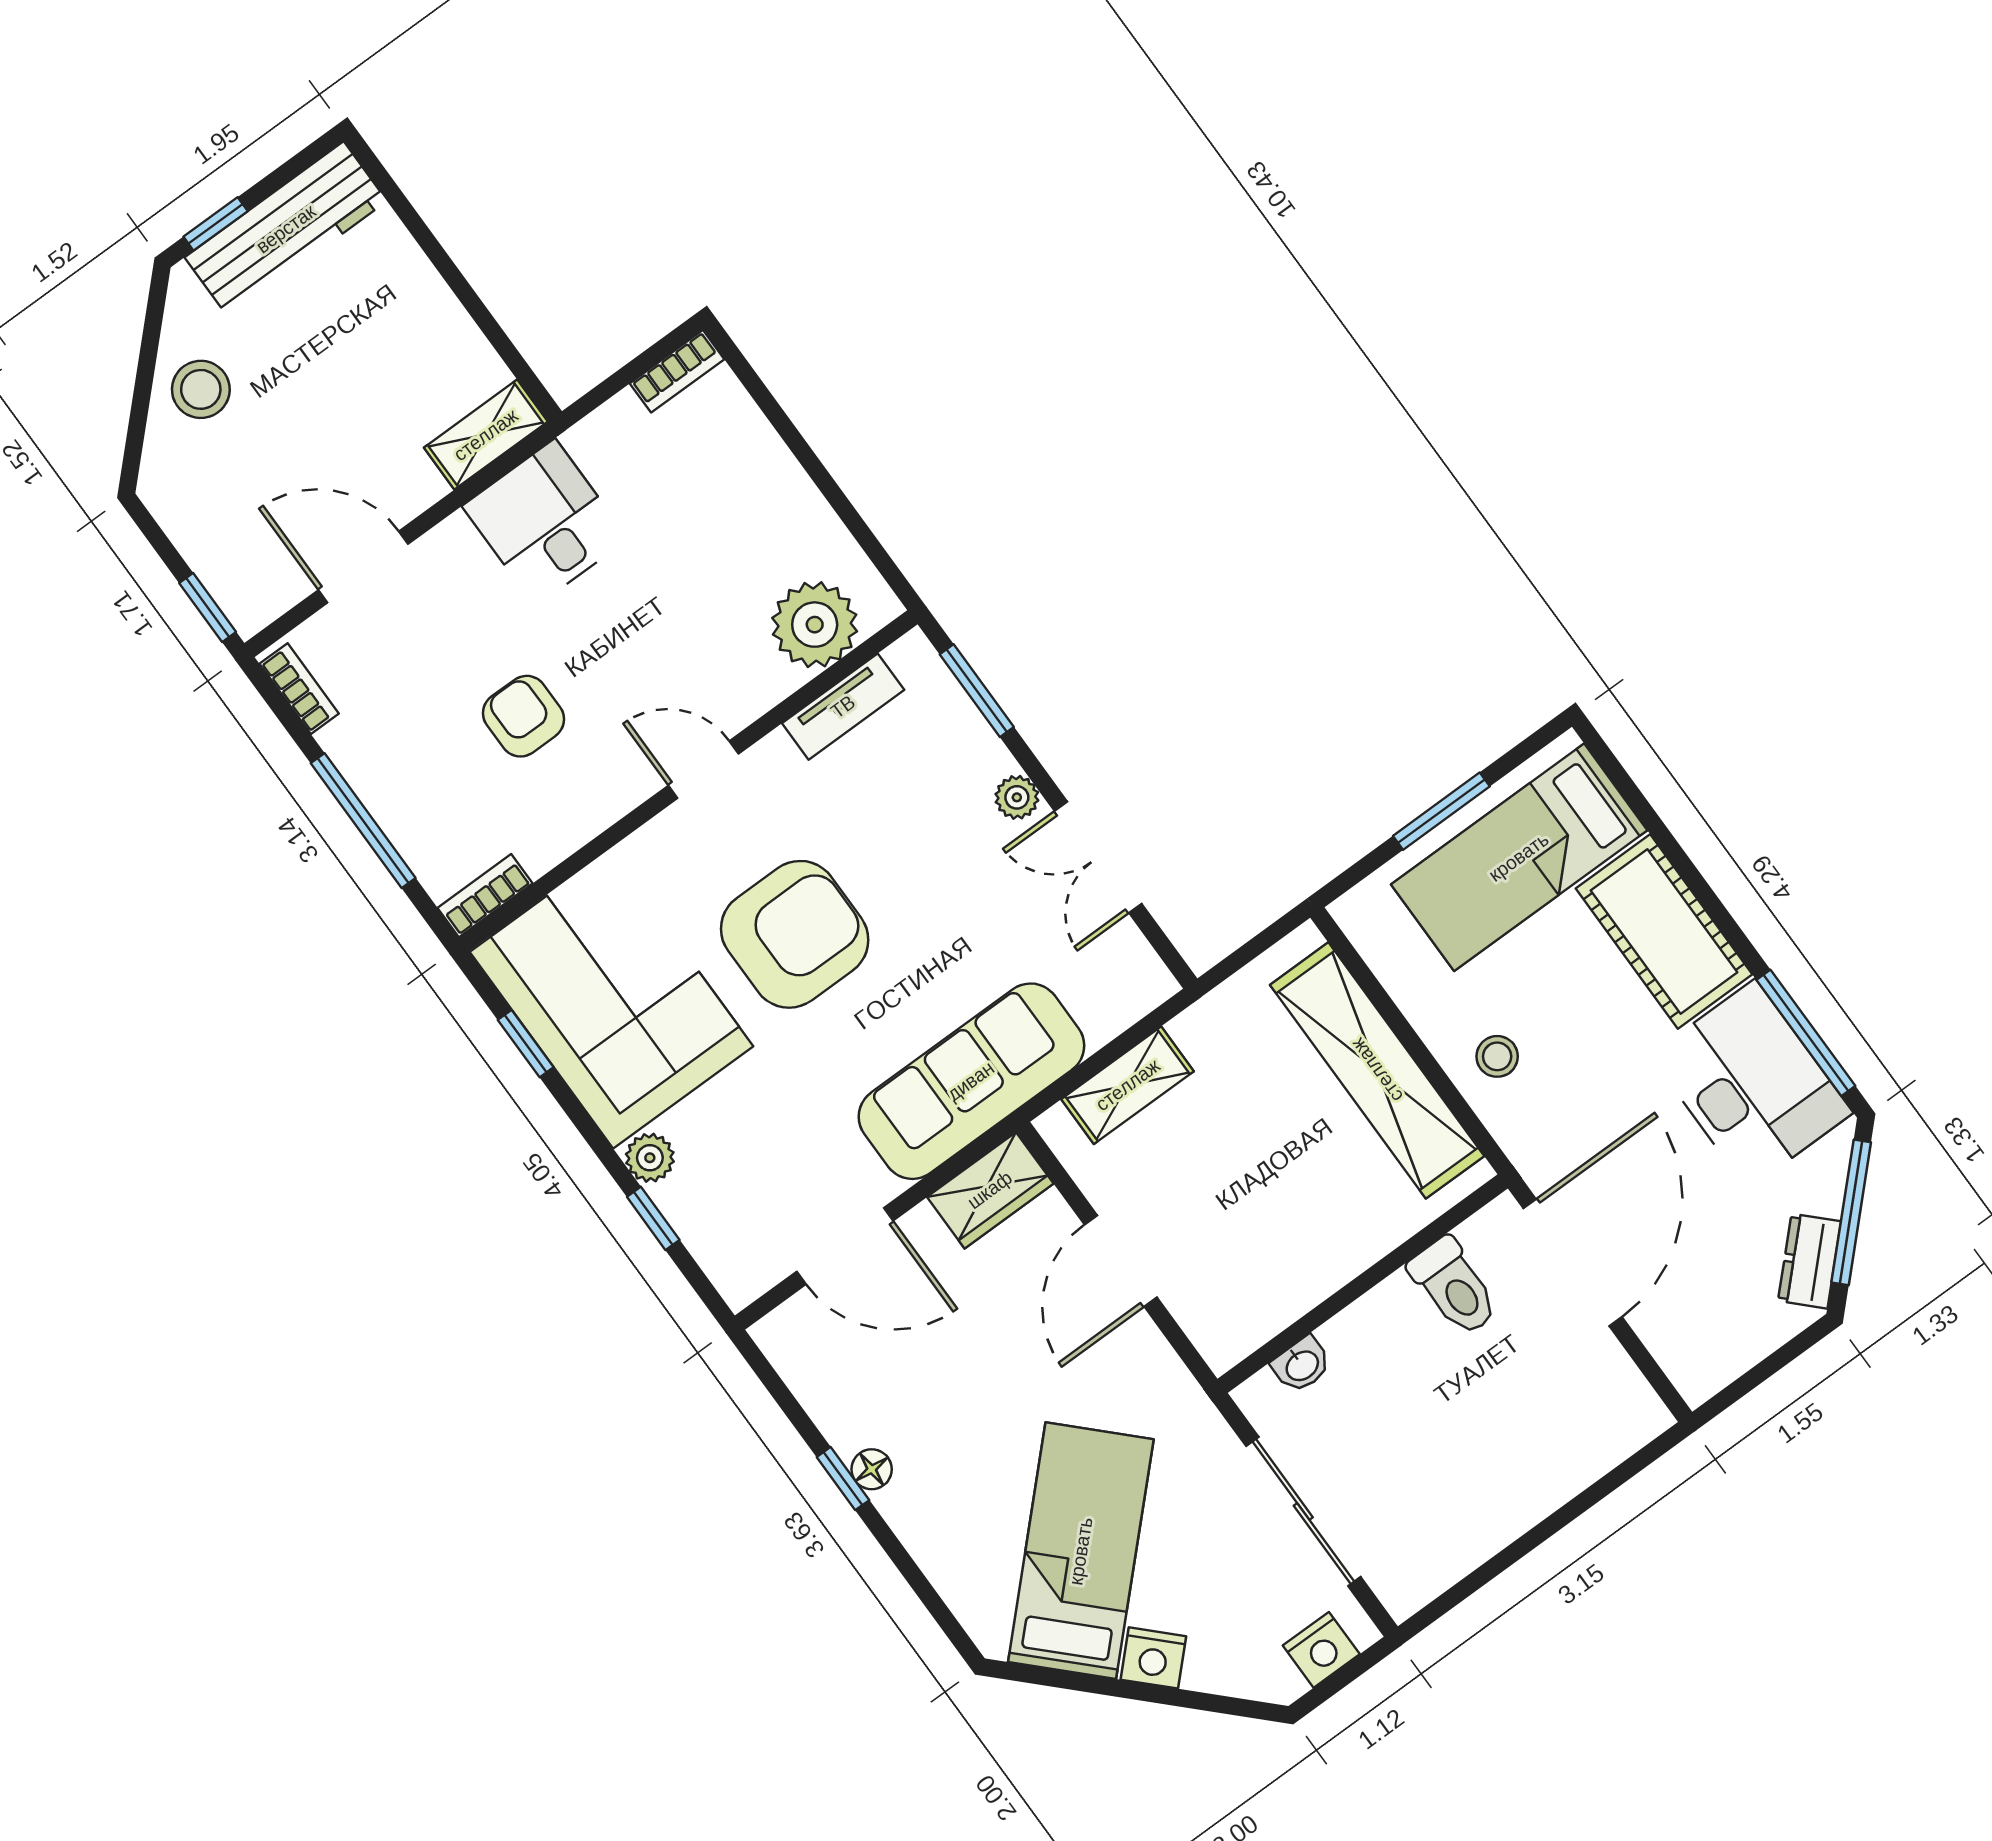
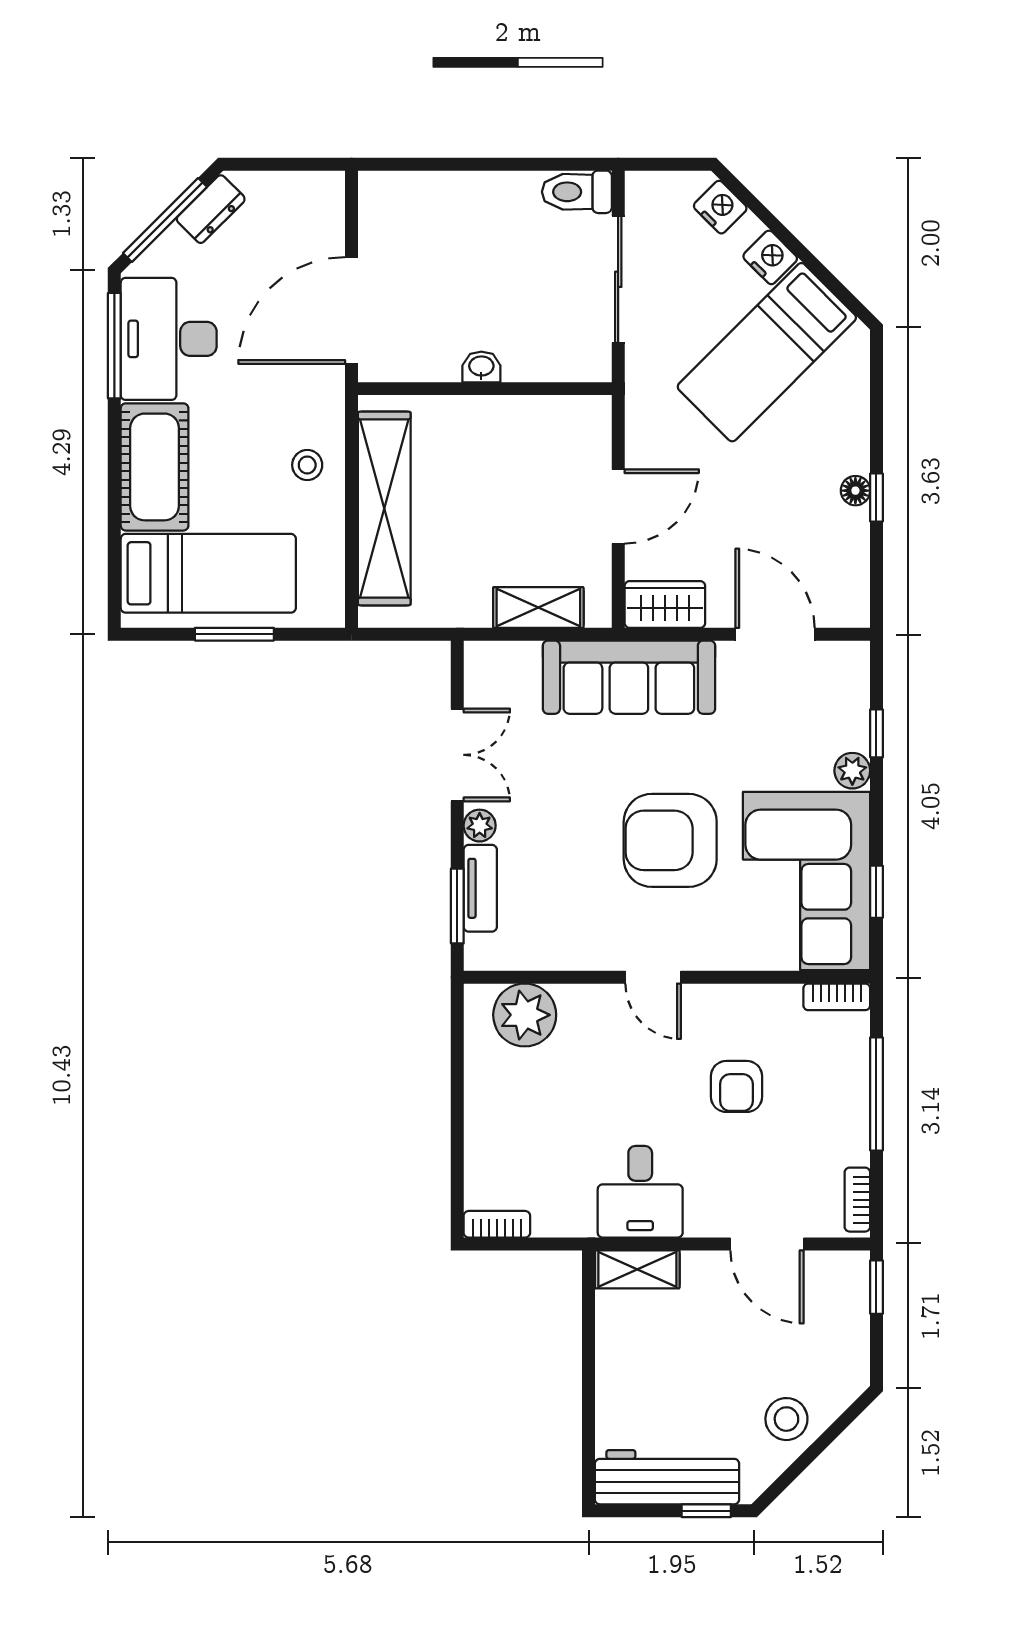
tv unit: (843, 707) -> (480, 888), moved, turned 90
toilet: (1454, 1287) -> (577, 192), moved, turned -90
washbasin: (1302, 1365) -> (481, 367), moved
nightstand: (1321, 1650) -> (720, 207), moved, turned 45

